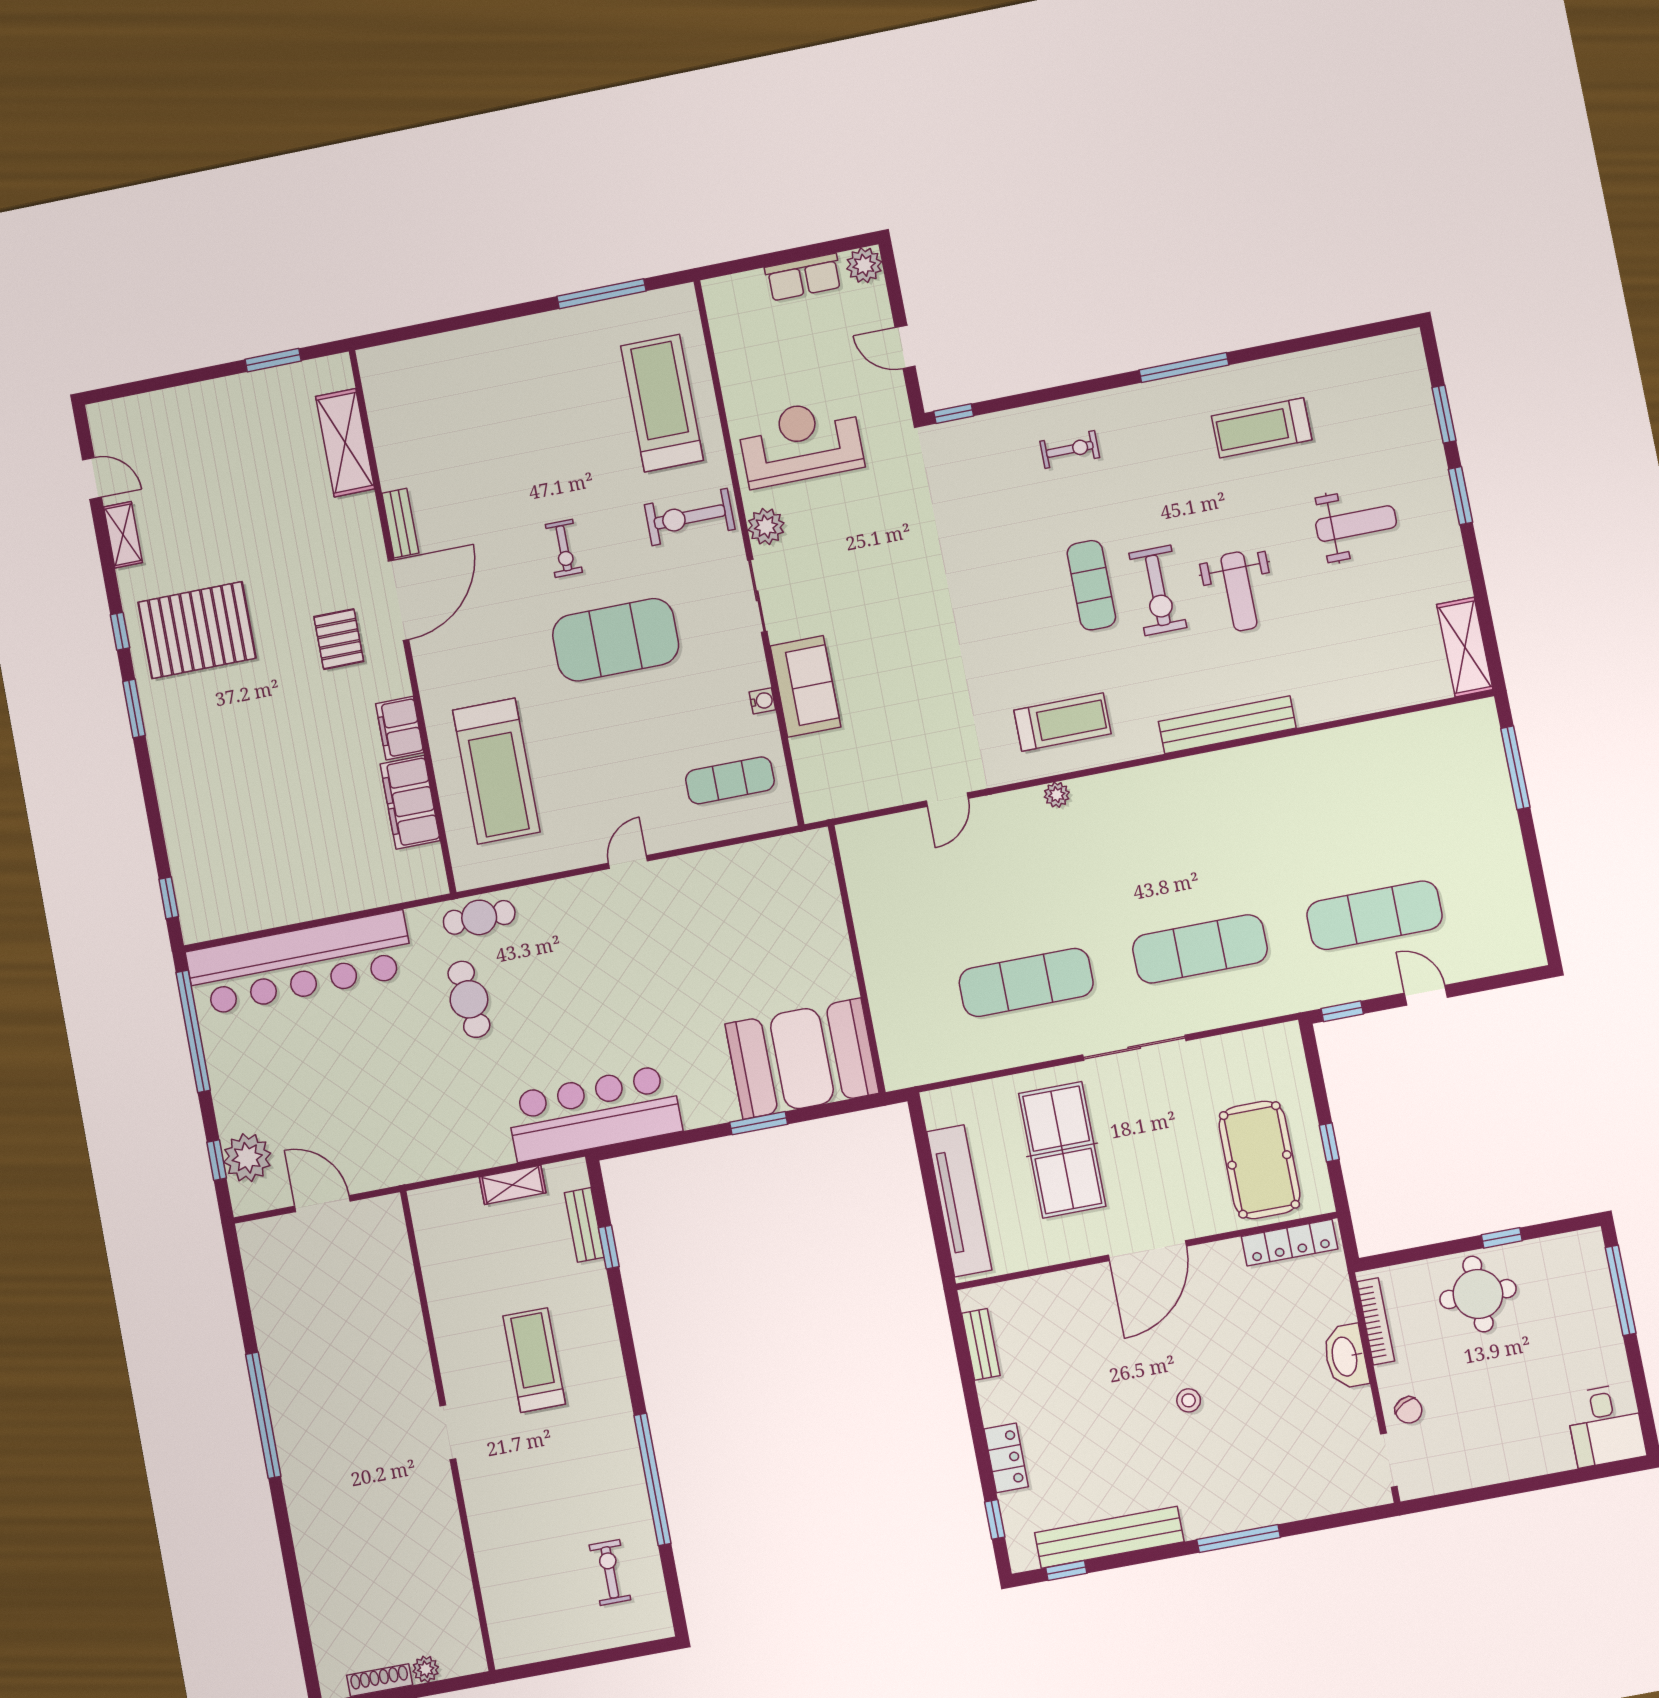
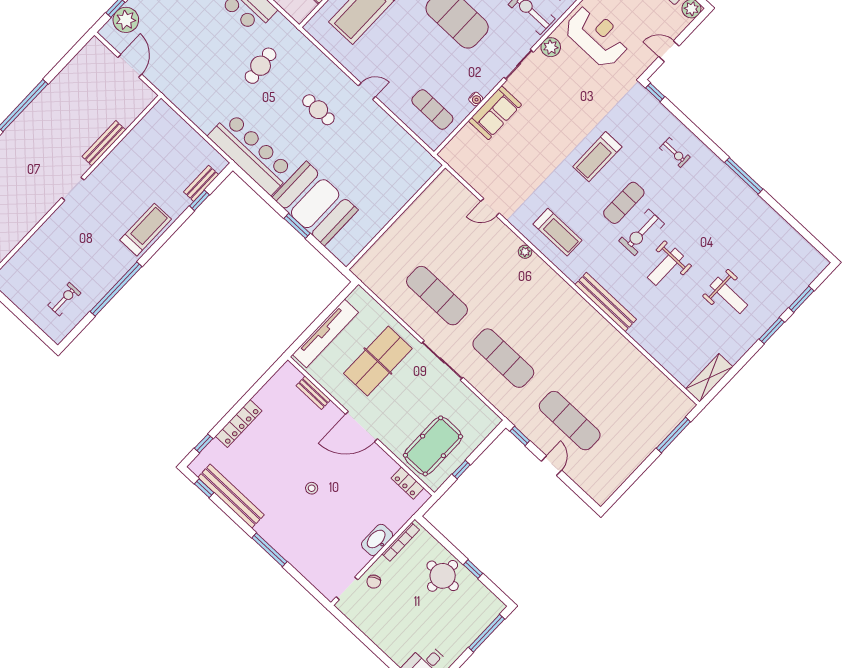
door: (905, 347) -> (669, 51), hinge flipped
treadmill: (1262, 428) -> (597, 157), moved, turned -90
cafe table: (479, 917) -> (318, 110), moved
booth: (802, 1059) -> (315, 204), moved
shelving: (513, 1185) -> (196, 141), removed
locker: (1290, 1243) -> (408, 483), width x0.66
bench: (412, 1332) -> (104, 143), added
bench: (981, 1344) -> (313, 393), moved, turned 90
treadmill: (534, 1360) -> (146, 230), moved
locker: (1006, 1458) -> (239, 424), width x1.53

